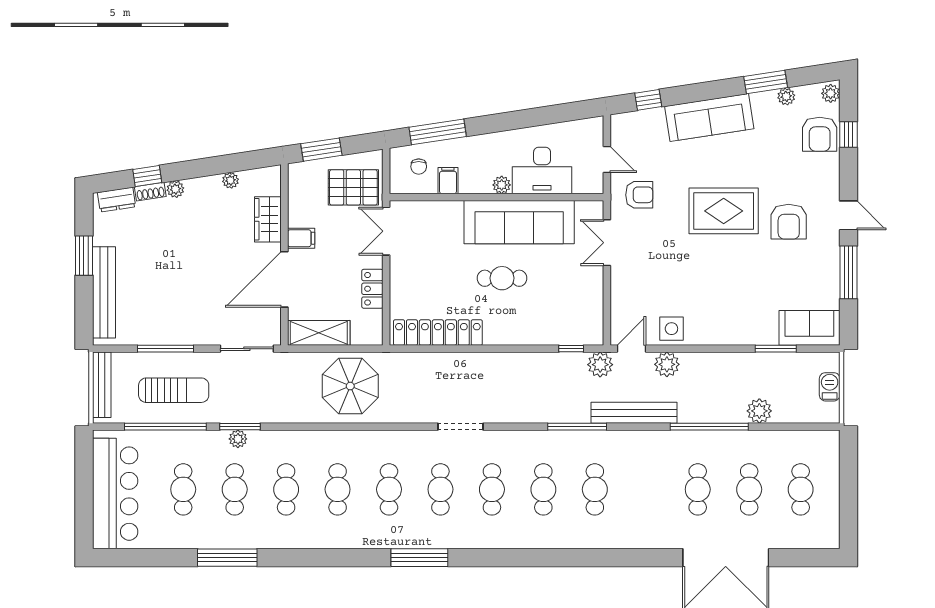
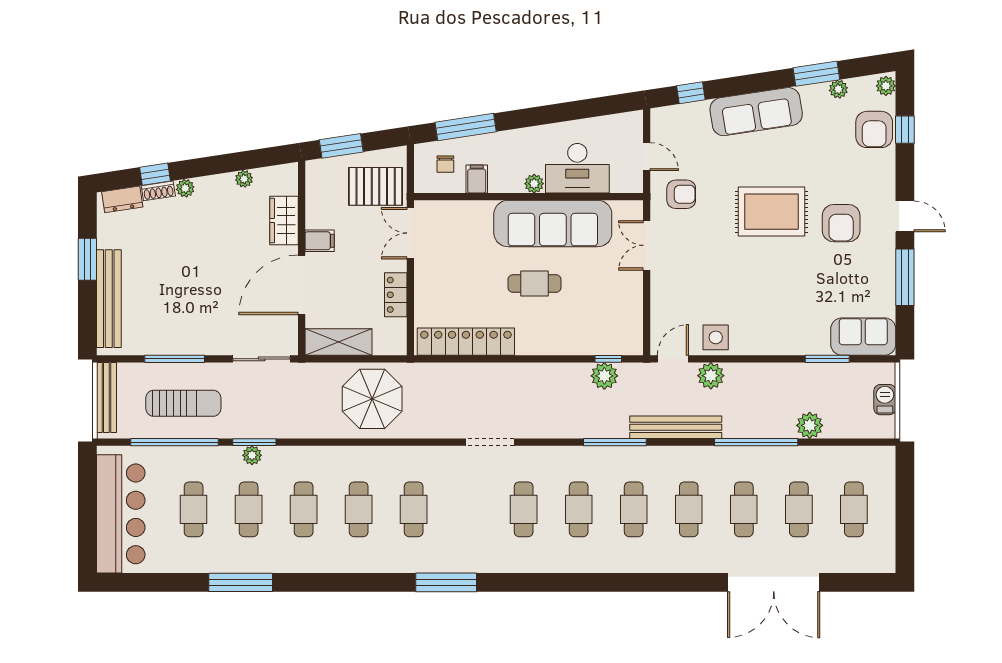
plant: (600, 365) -> (604, 376), moved
cafe table: (440, 489) -> (689, 509), moved

